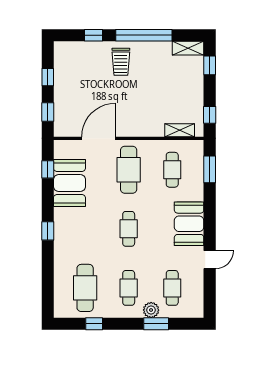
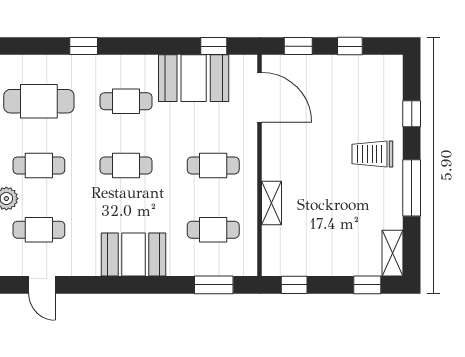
window: (144, 35) -> (412, 188), width x0.68
shelving: (180, 130) -> (272, 203), moved
door: (99, 138) -> (260, 97), moved
cafe table: (129, 170) -> (213, 165), width x0.73, depth x0.74
cafe table: (85, 229) -> (126, 101), added
window: (48, 231) -> (84, 46), moved
door: (210, 260) -> (42, 285), moved

